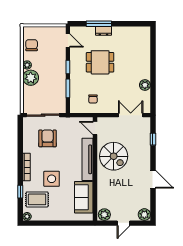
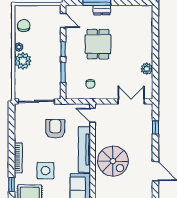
dining table: (100, 62) -> (98, 44), turned 90
armchair: (48, 138) -> (55, 129), moved
spiral stairs: (114, 156) -> (113, 161), moved

